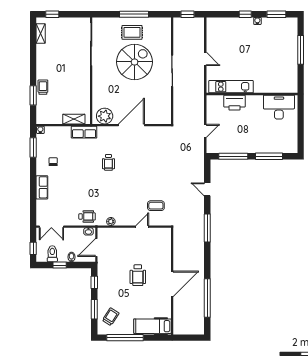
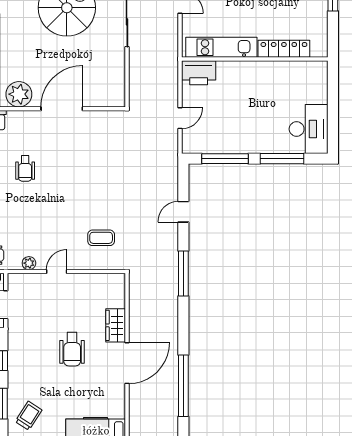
locker: (270, 88) -> (284, 49), added
printer: (234, 103) -> (199, 73), moved
desk: (279, 107) -> (309, 129), moved, turned 90
door: (207, 189) -> (183, 212), hinge flipped
door: (142, 227) -> (57, 271), moved
wardrobe: (165, 260) -> (116, 325), added

